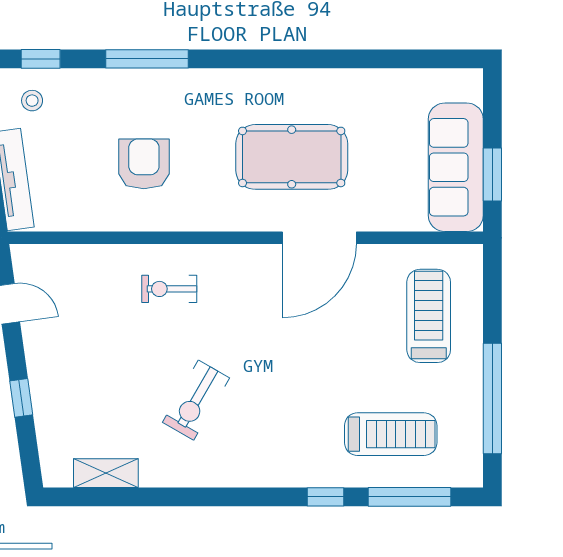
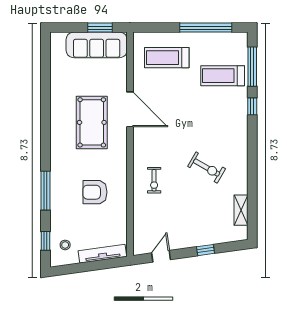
treadmill: (391, 434) -> (223, 76), turned -90

